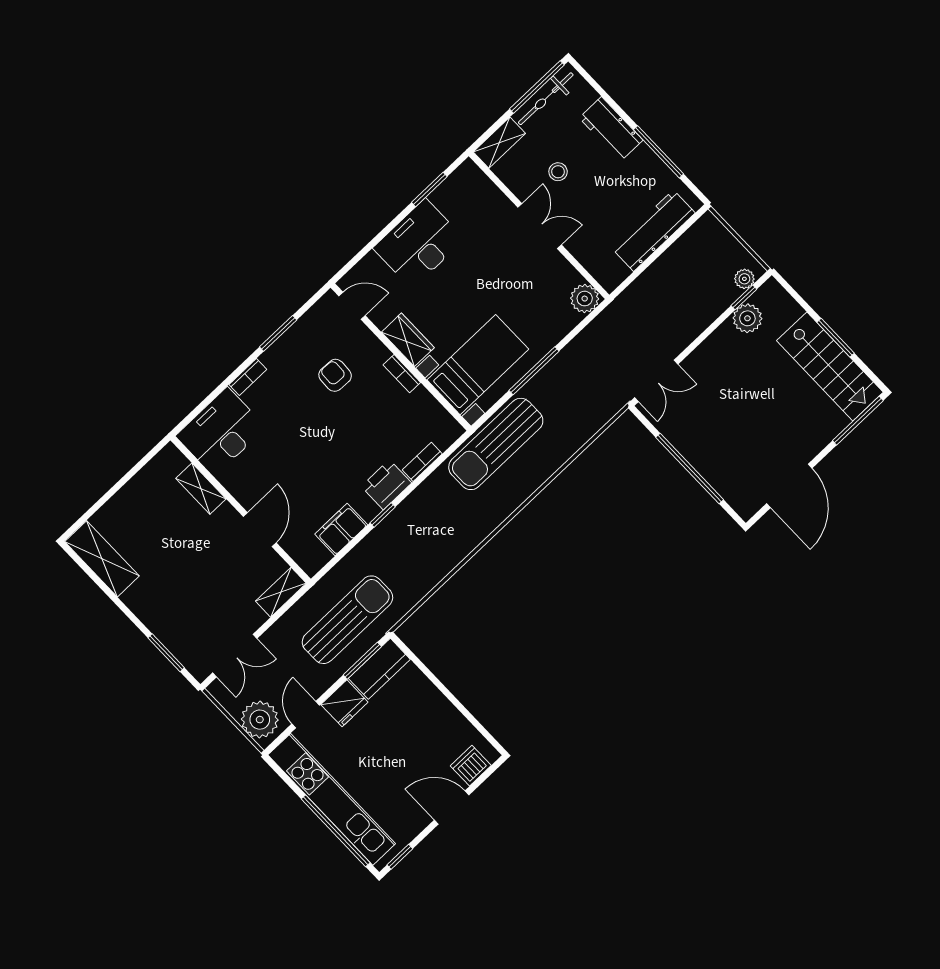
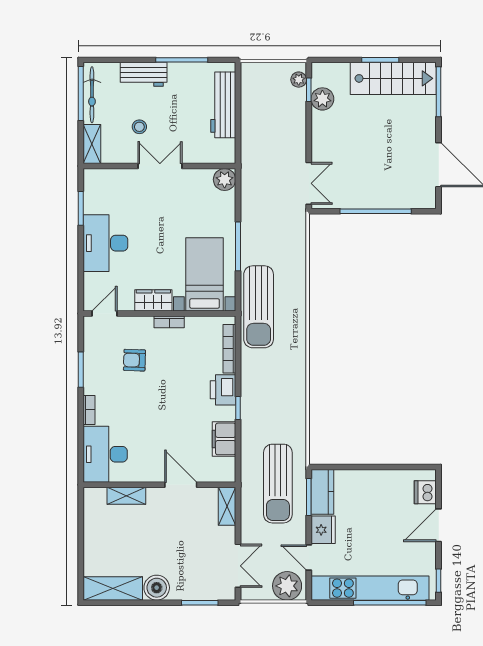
bookcase: (422, 462) -> (229, 349), width x1.56
boiler: (142, 599) -> (157, 588), added
sun lounger: (347, 620) -> (278, 484), turned 180

